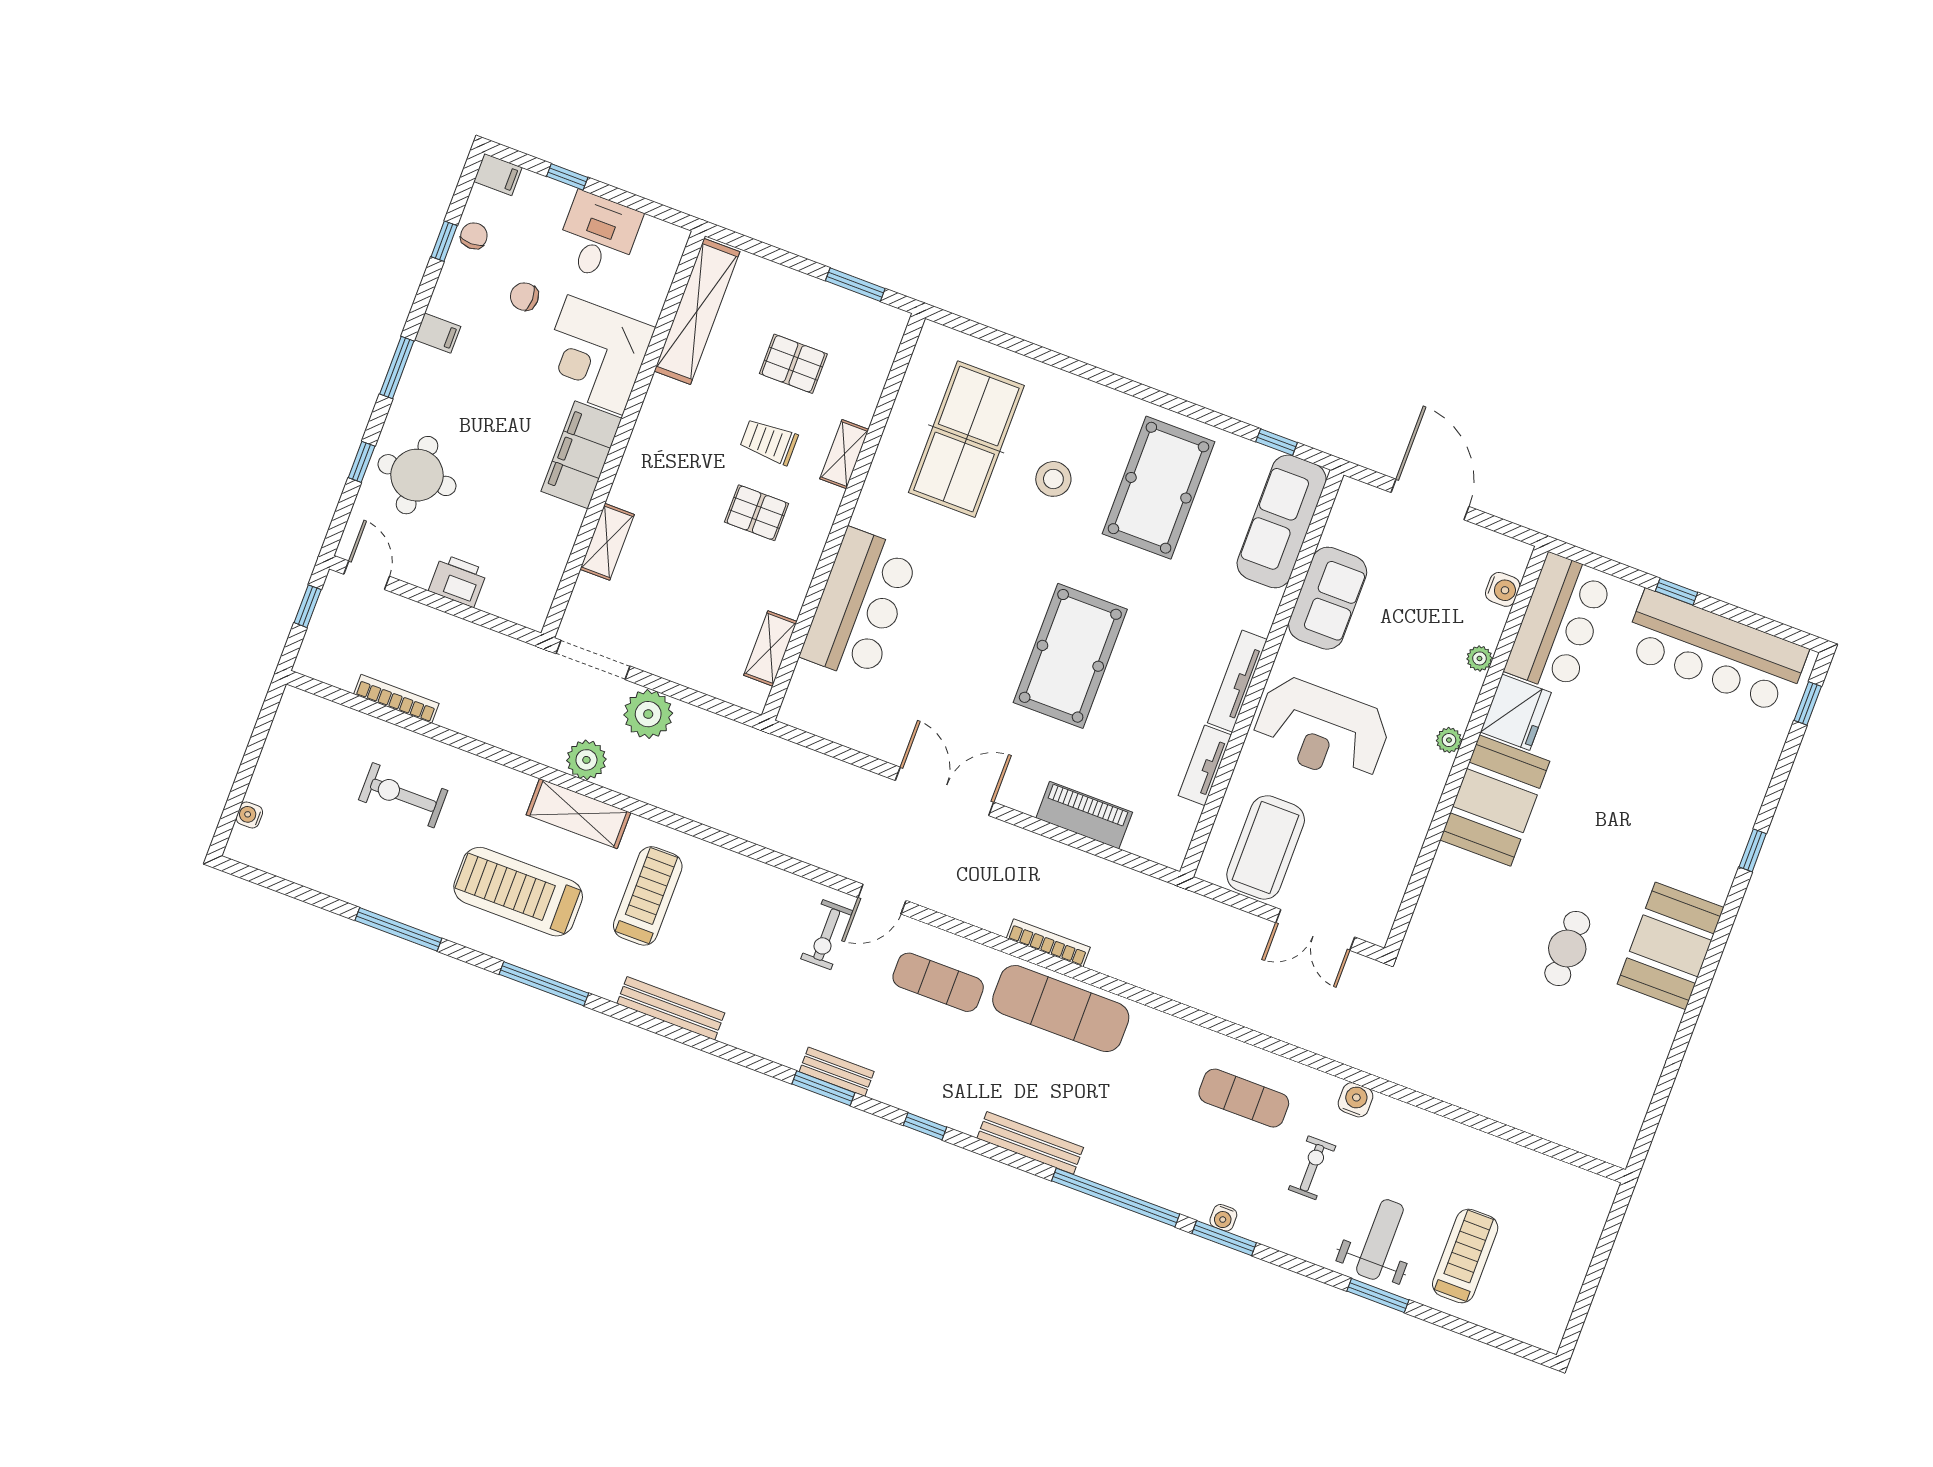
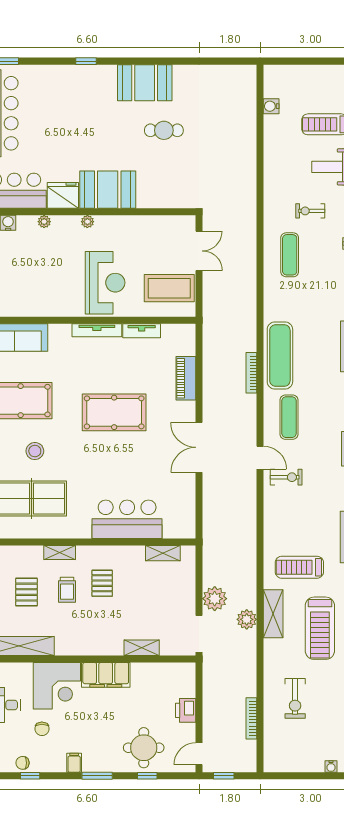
sofa: (1328, 598) -> (43, 303), removed
water cooler: (1356, 1100) -> (271, 106), moved

